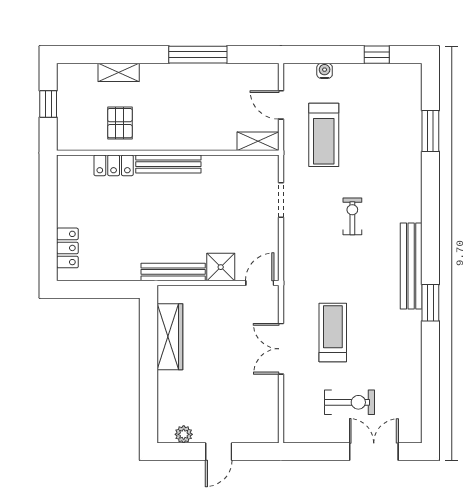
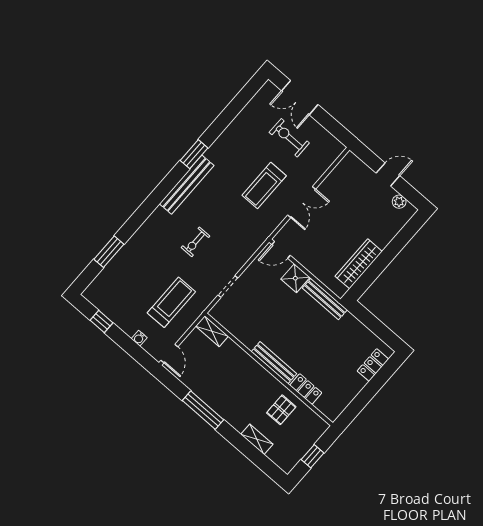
door: (281, 105) -> (169, 354), moved

